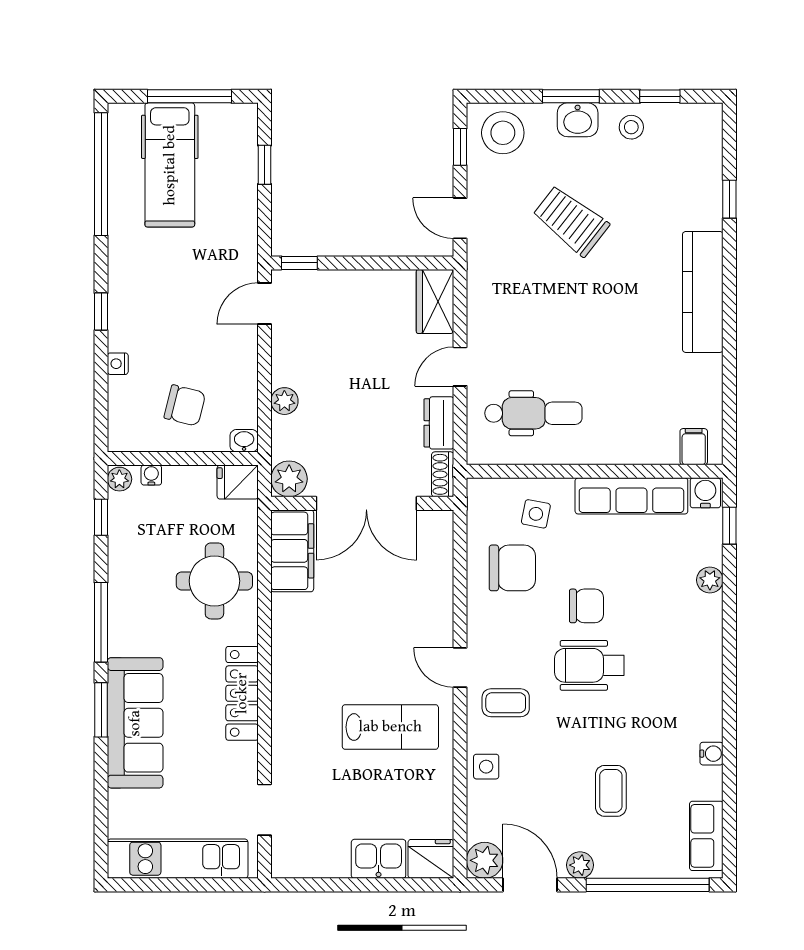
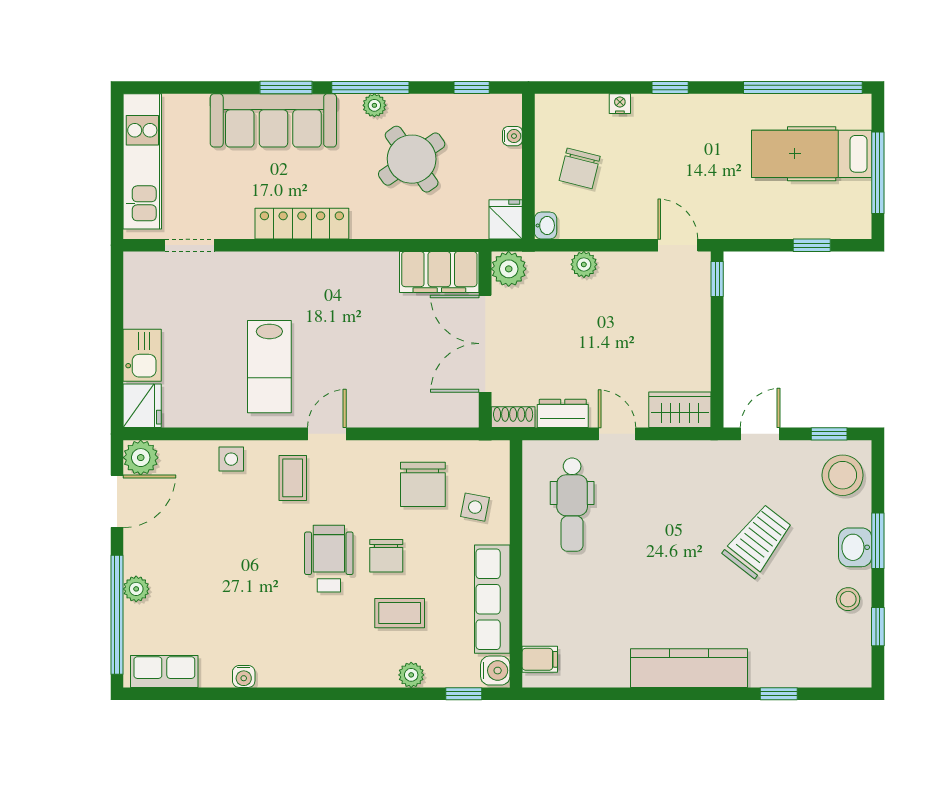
plant: (119, 479) -> (374, 105), moved
round table: (214, 581) -> (412, 159), moved, turned -35
coffee table: (611, 791) -> (400, 613), moved
plant: (580, 865) -> (136, 589), moved

